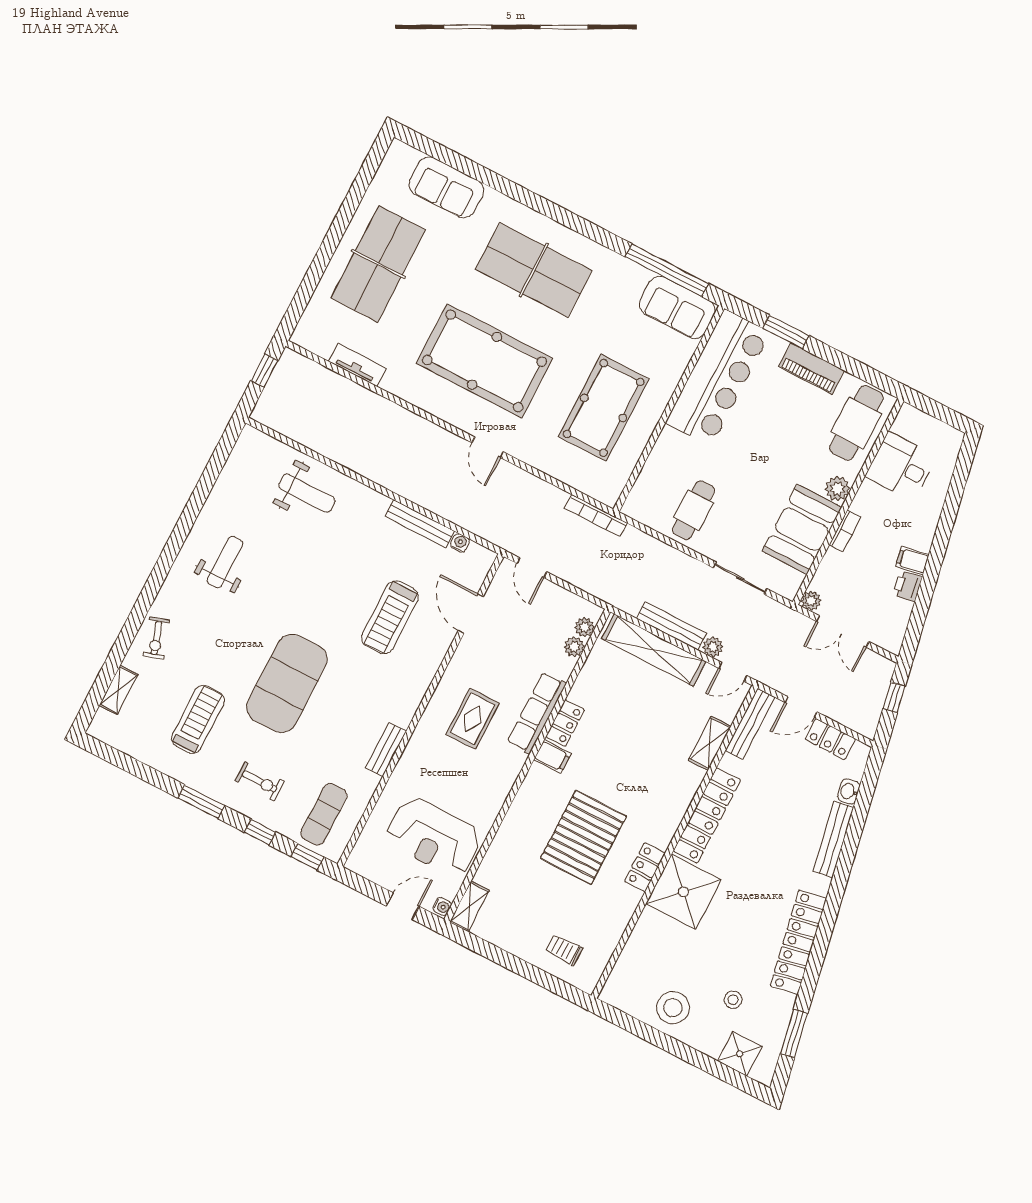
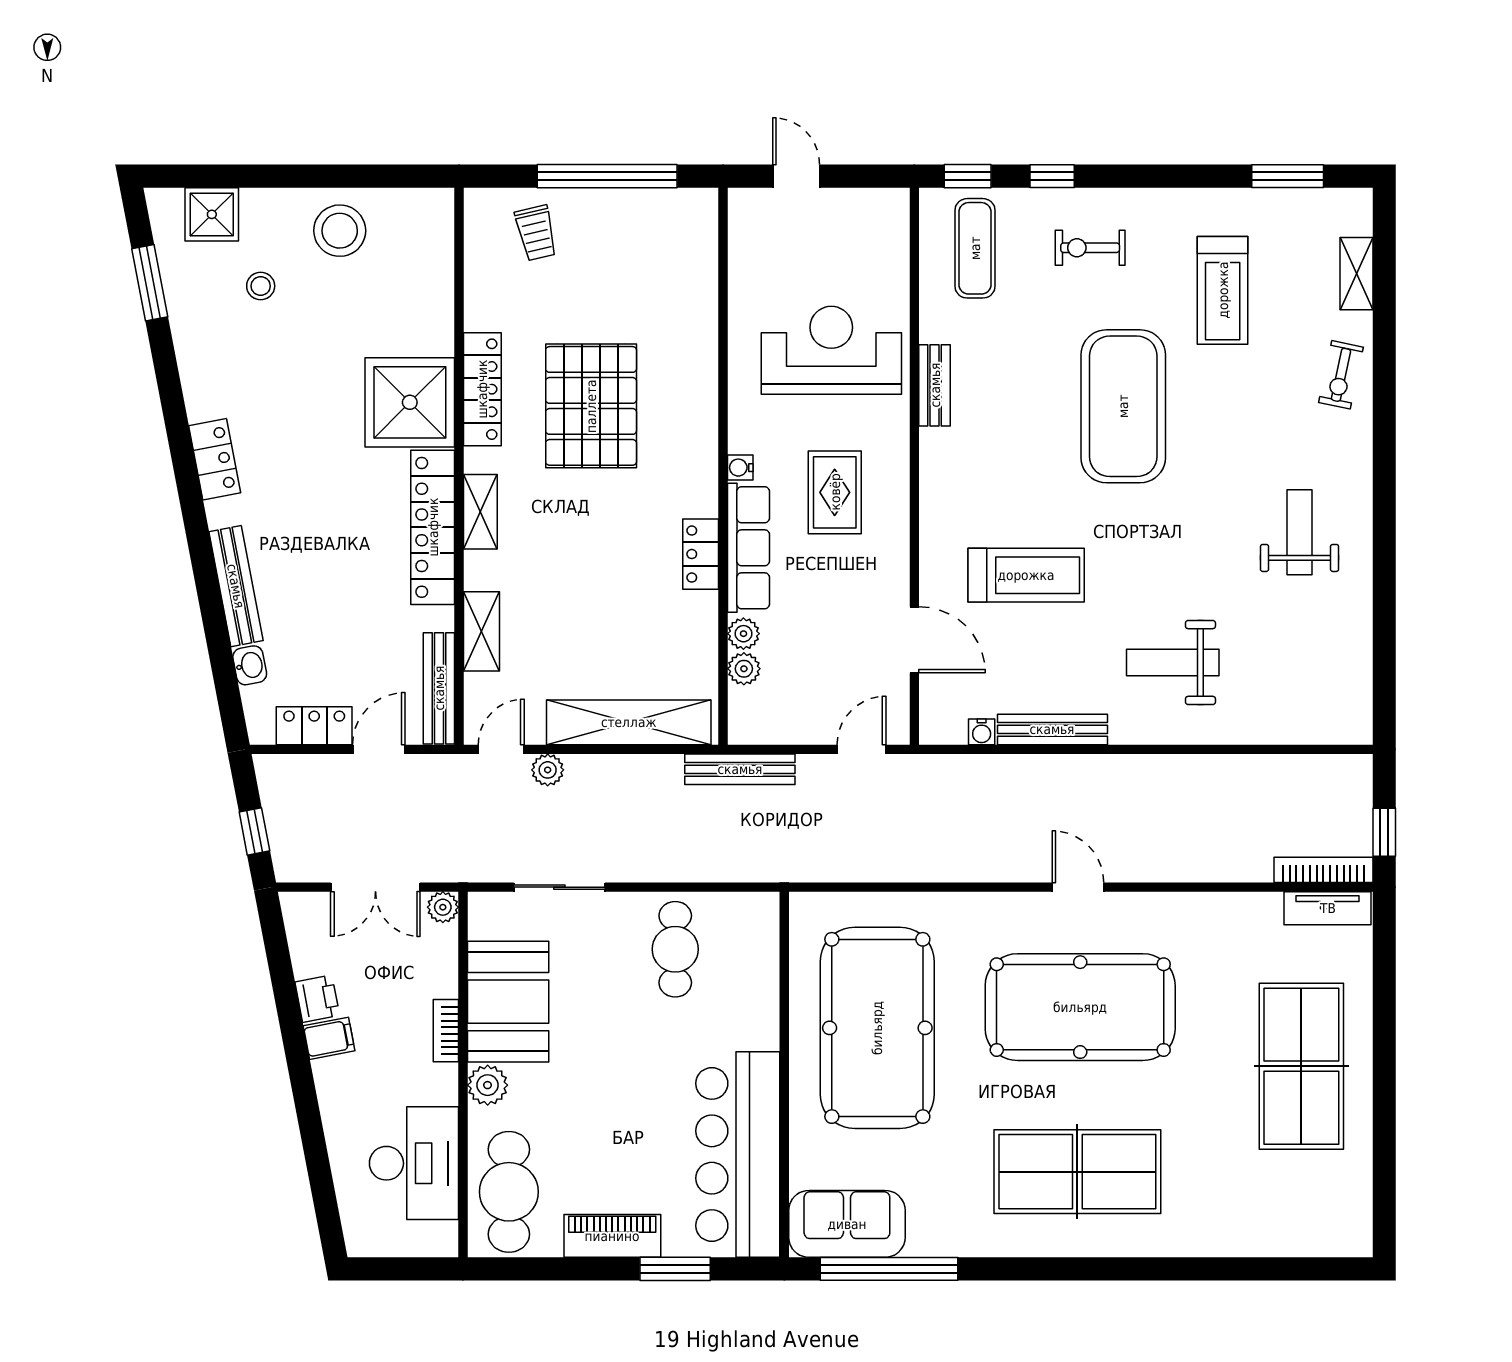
sofa: (446, 187) -> (1261, 1224), removed
tv unit: (357, 365) -> (1328, 908), moved
pool table: (604, 408) -> (877, 1028), width x1.36, depth x1.32
door: (488, 447) -> (1078, 887), moved
desk: (901, 466) -> (414, 1163), width x1.37
weight bench: (307, 493) -> (1173, 662), moved
bookcase: (596, 516) -> (1323, 870), moved
weight bench: (225, 562) -> (1300, 532), turned 180
door: (532, 568) -> (862, 749), hinge flipped
treadmill: (390, 617) -> (1026, 575), turned 90
bench: (671, 626) -> (740, 769), moved
plant: (585, 627) -> (743, 634), moved
double door: (843, 631) -> (375, 887), swing flipped
exercise bike: (156, 638) -> (1341, 375), turned -150
filing cabinet: (552, 757) -> (694, 497), removed
window: (201, 802) -> (1288, 176), moved
reception desk: (434, 837) -> (831, 350), moved
locker: (645, 867) -> (482, 389), width x1.53
door: (403, 906) -> (796, 176), swing flipped
water cooler: (442, 906) -> (740, 468), moved
shelving: (469, 906) -> (480, 512), moved
locker: (798, 942) -> (215, 459), width x0.46, depth x0.83
trolley: (564, 950) -> (536, 233), turned 77
window: (508, 961) -> (607, 176), added

